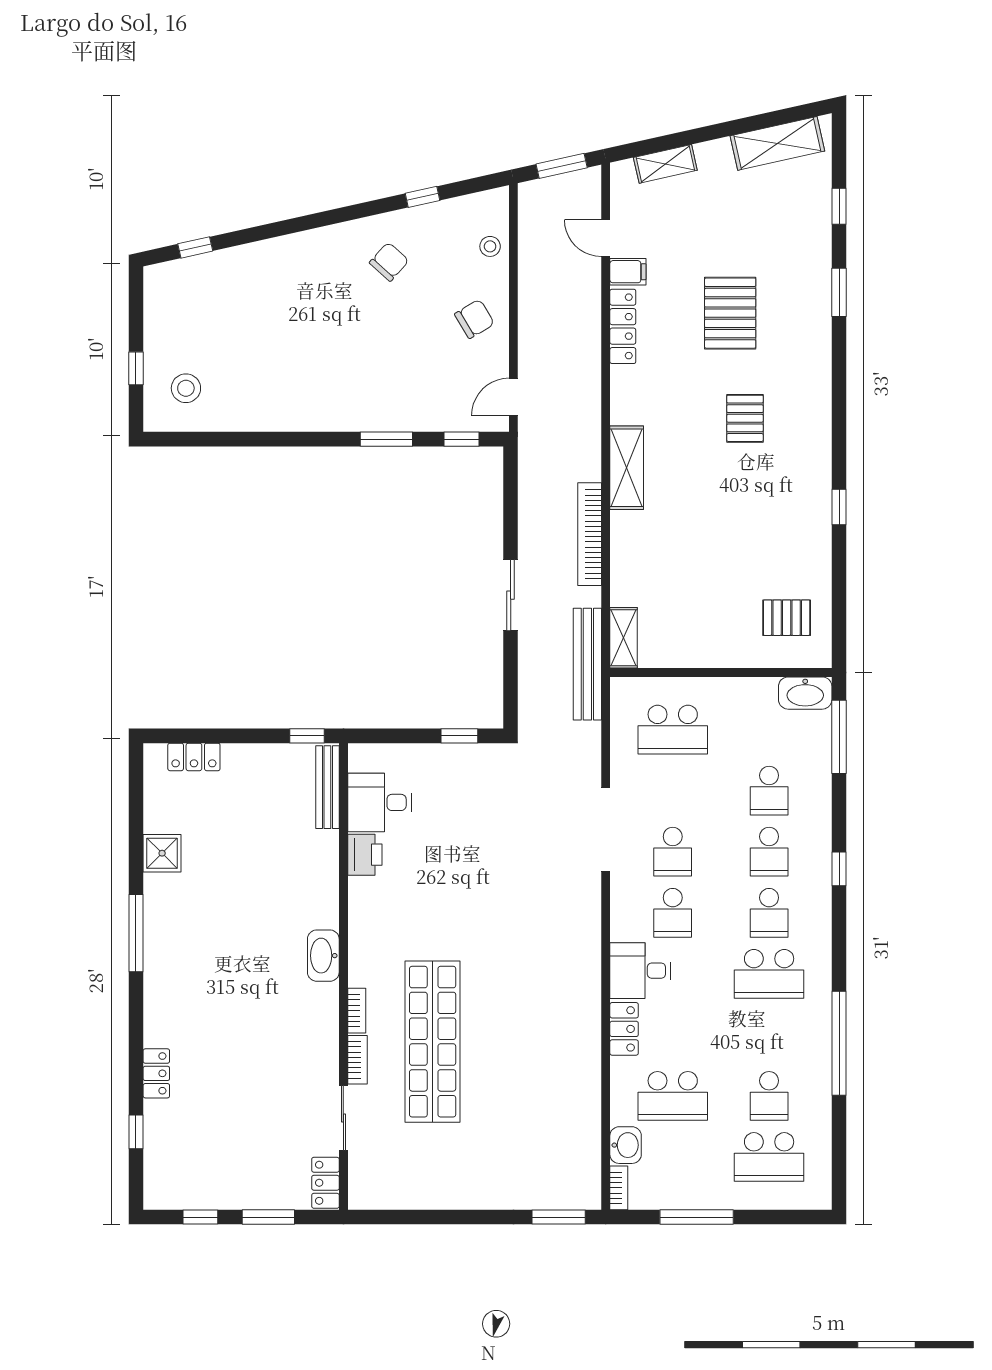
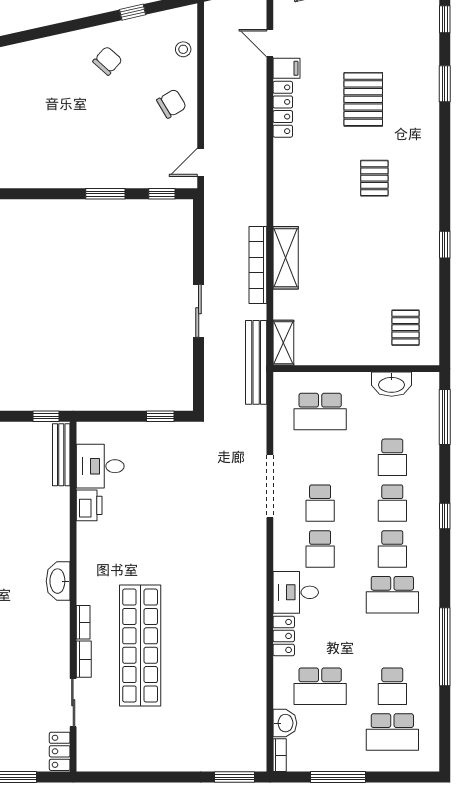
shelving: (627, 468) -> (286, 258), moved
pallet: (787, 618) -> (405, 328), turned 90
washbasin: (805, 693) -> (392, 384), moved

